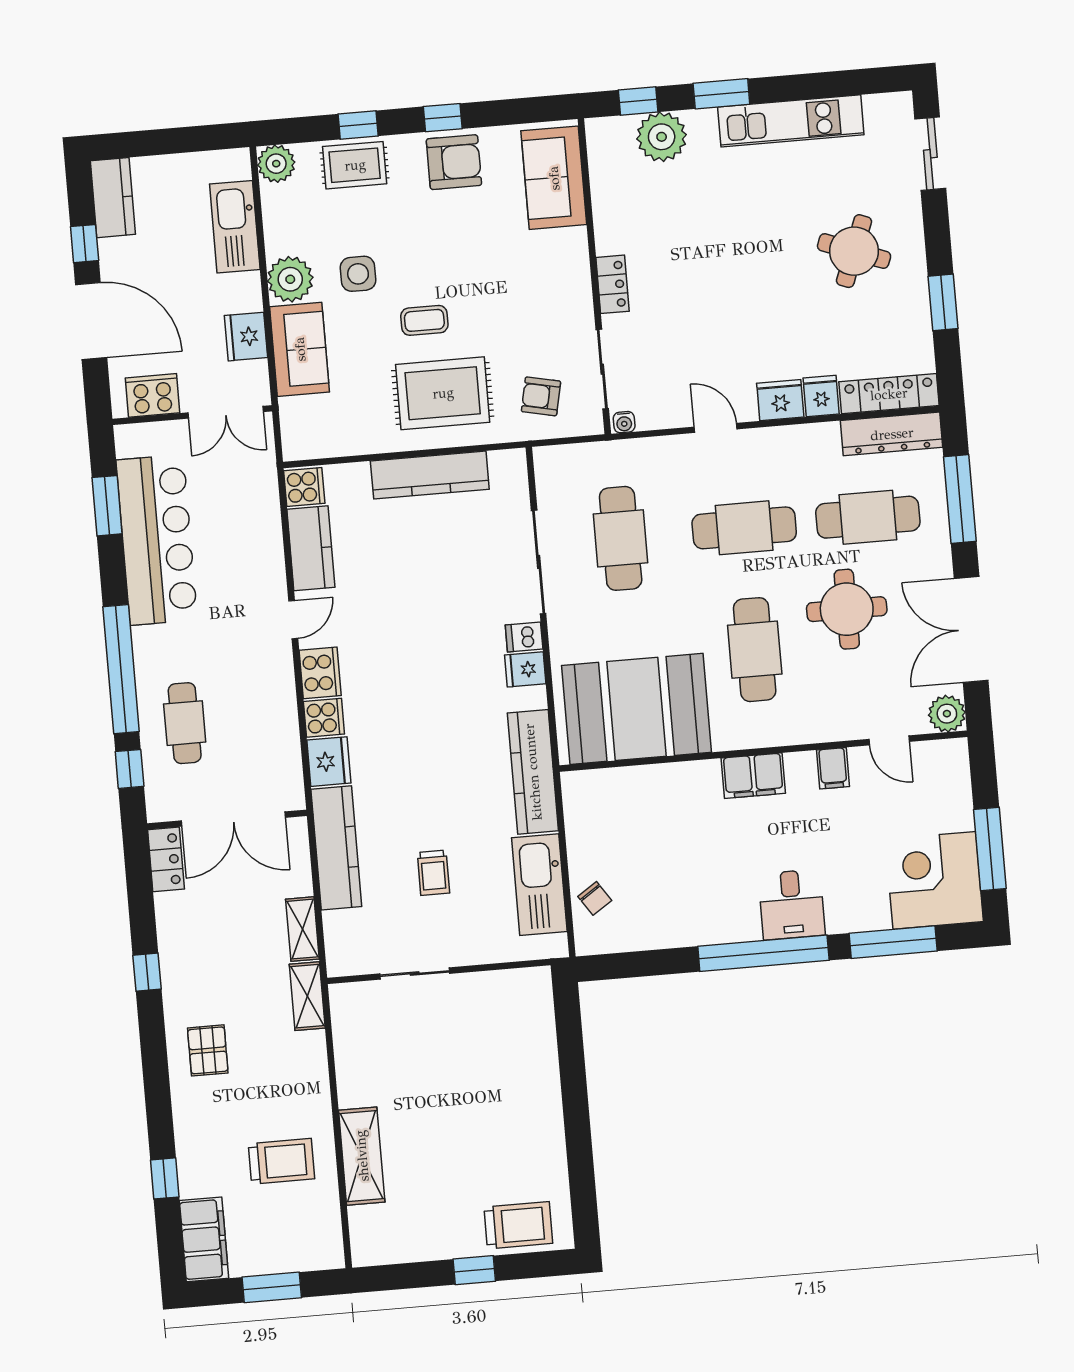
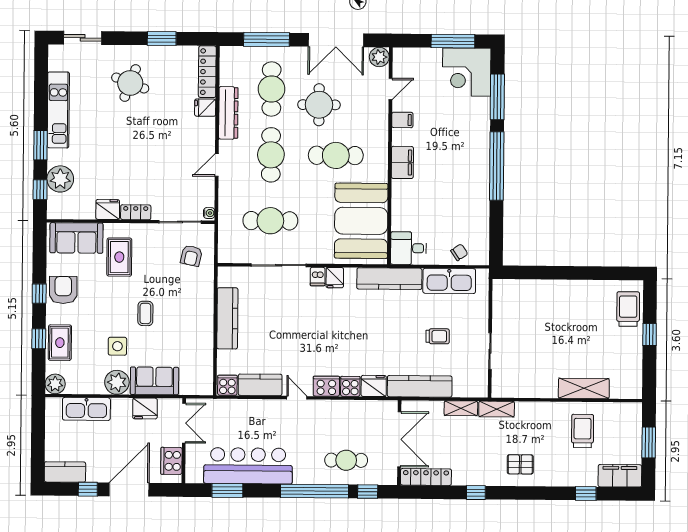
rug: (443, 393) -> (119, 257), moved, width x0.73, depth x0.70
fridge: (780, 400) -> (108, 210), moved, turned 90
dresser: (892, 434) -> (228, 113), moved
locker: (166, 859) -> (426, 477), width x1.53
desk: (792, 904) -> (408, 248), moved, turned 180

